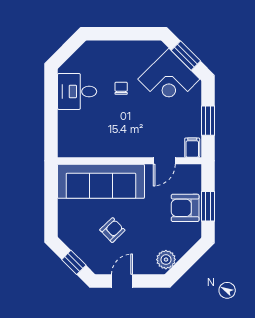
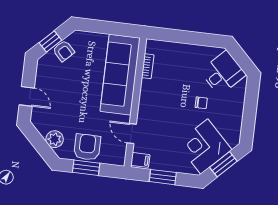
desk: (77, 91) -> (223, 73), moved, turned 45
bookcase: (88, 152) -> (148, 66), added
armchair: (112, 230) -> (64, 51), moved
plant: (166, 260) -> (55, 139), moved
door: (122, 281) -> (27, 96), moved

